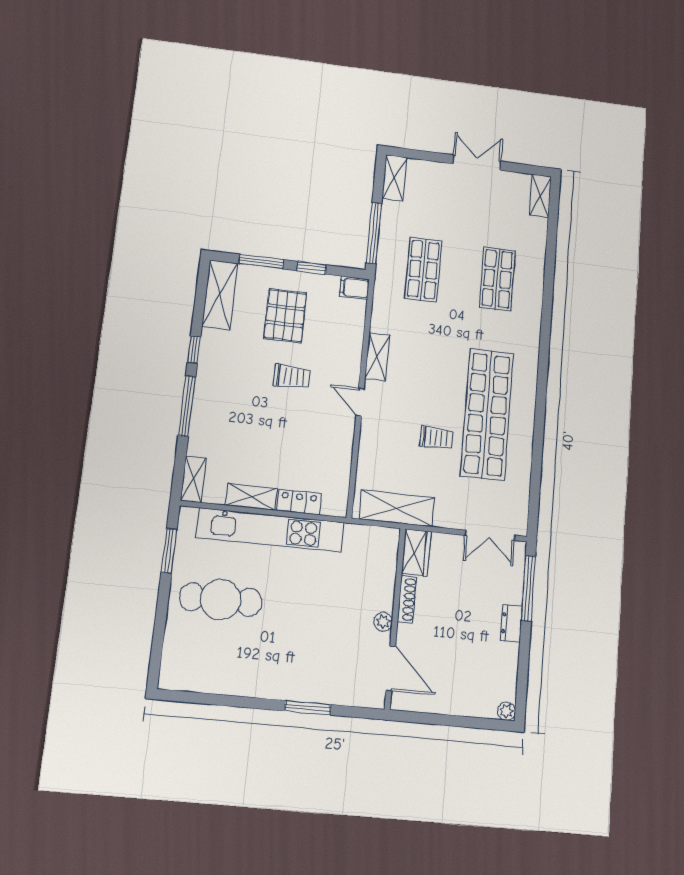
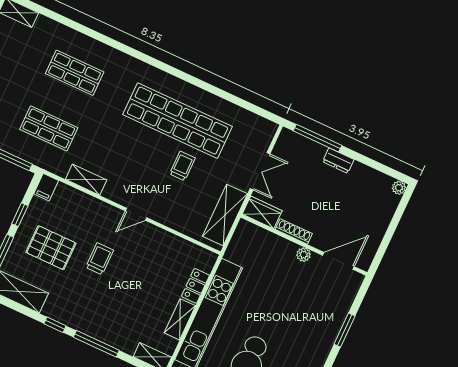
shelving: (377, 357) -> (86, 180), moved
double door: (490, 535) -> (260, 171), moved

